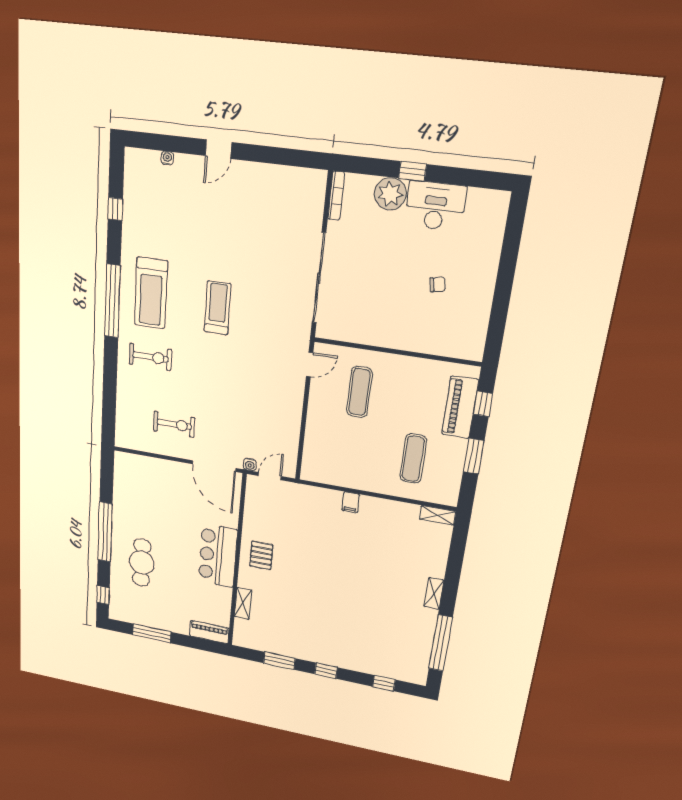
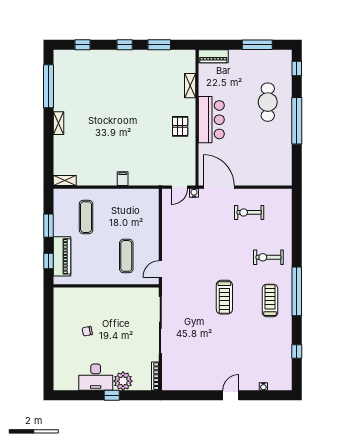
treadmill: (151, 293) -> (270, 300), width x0.73, depth x0.73

